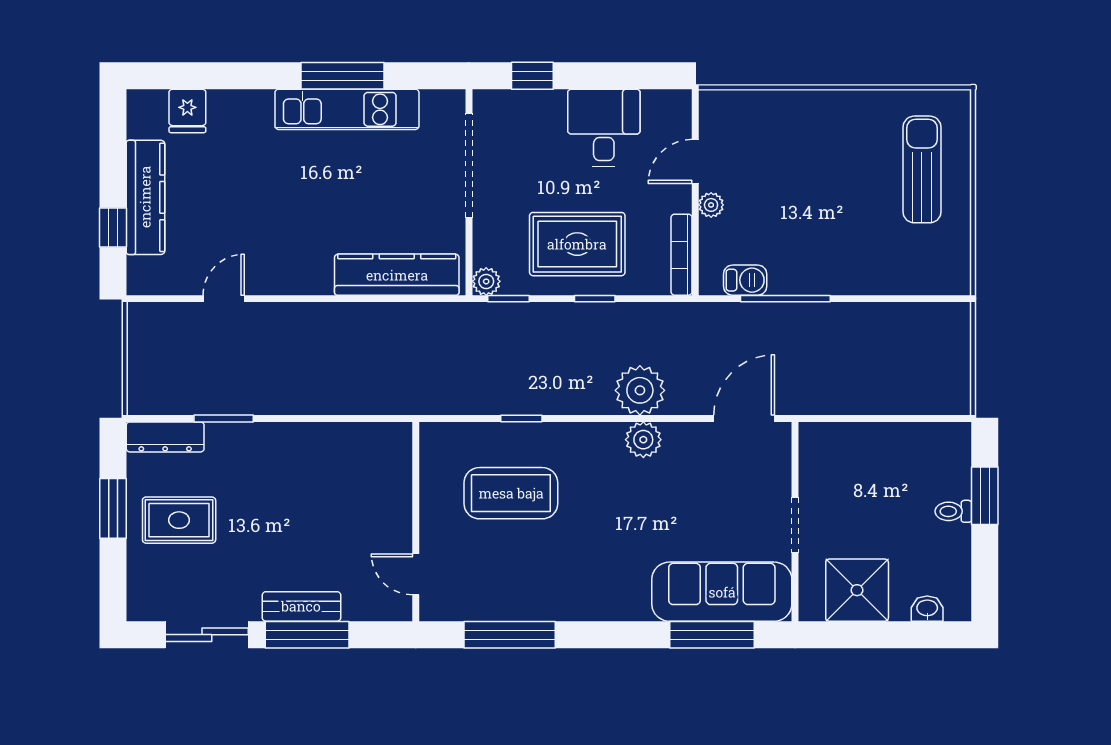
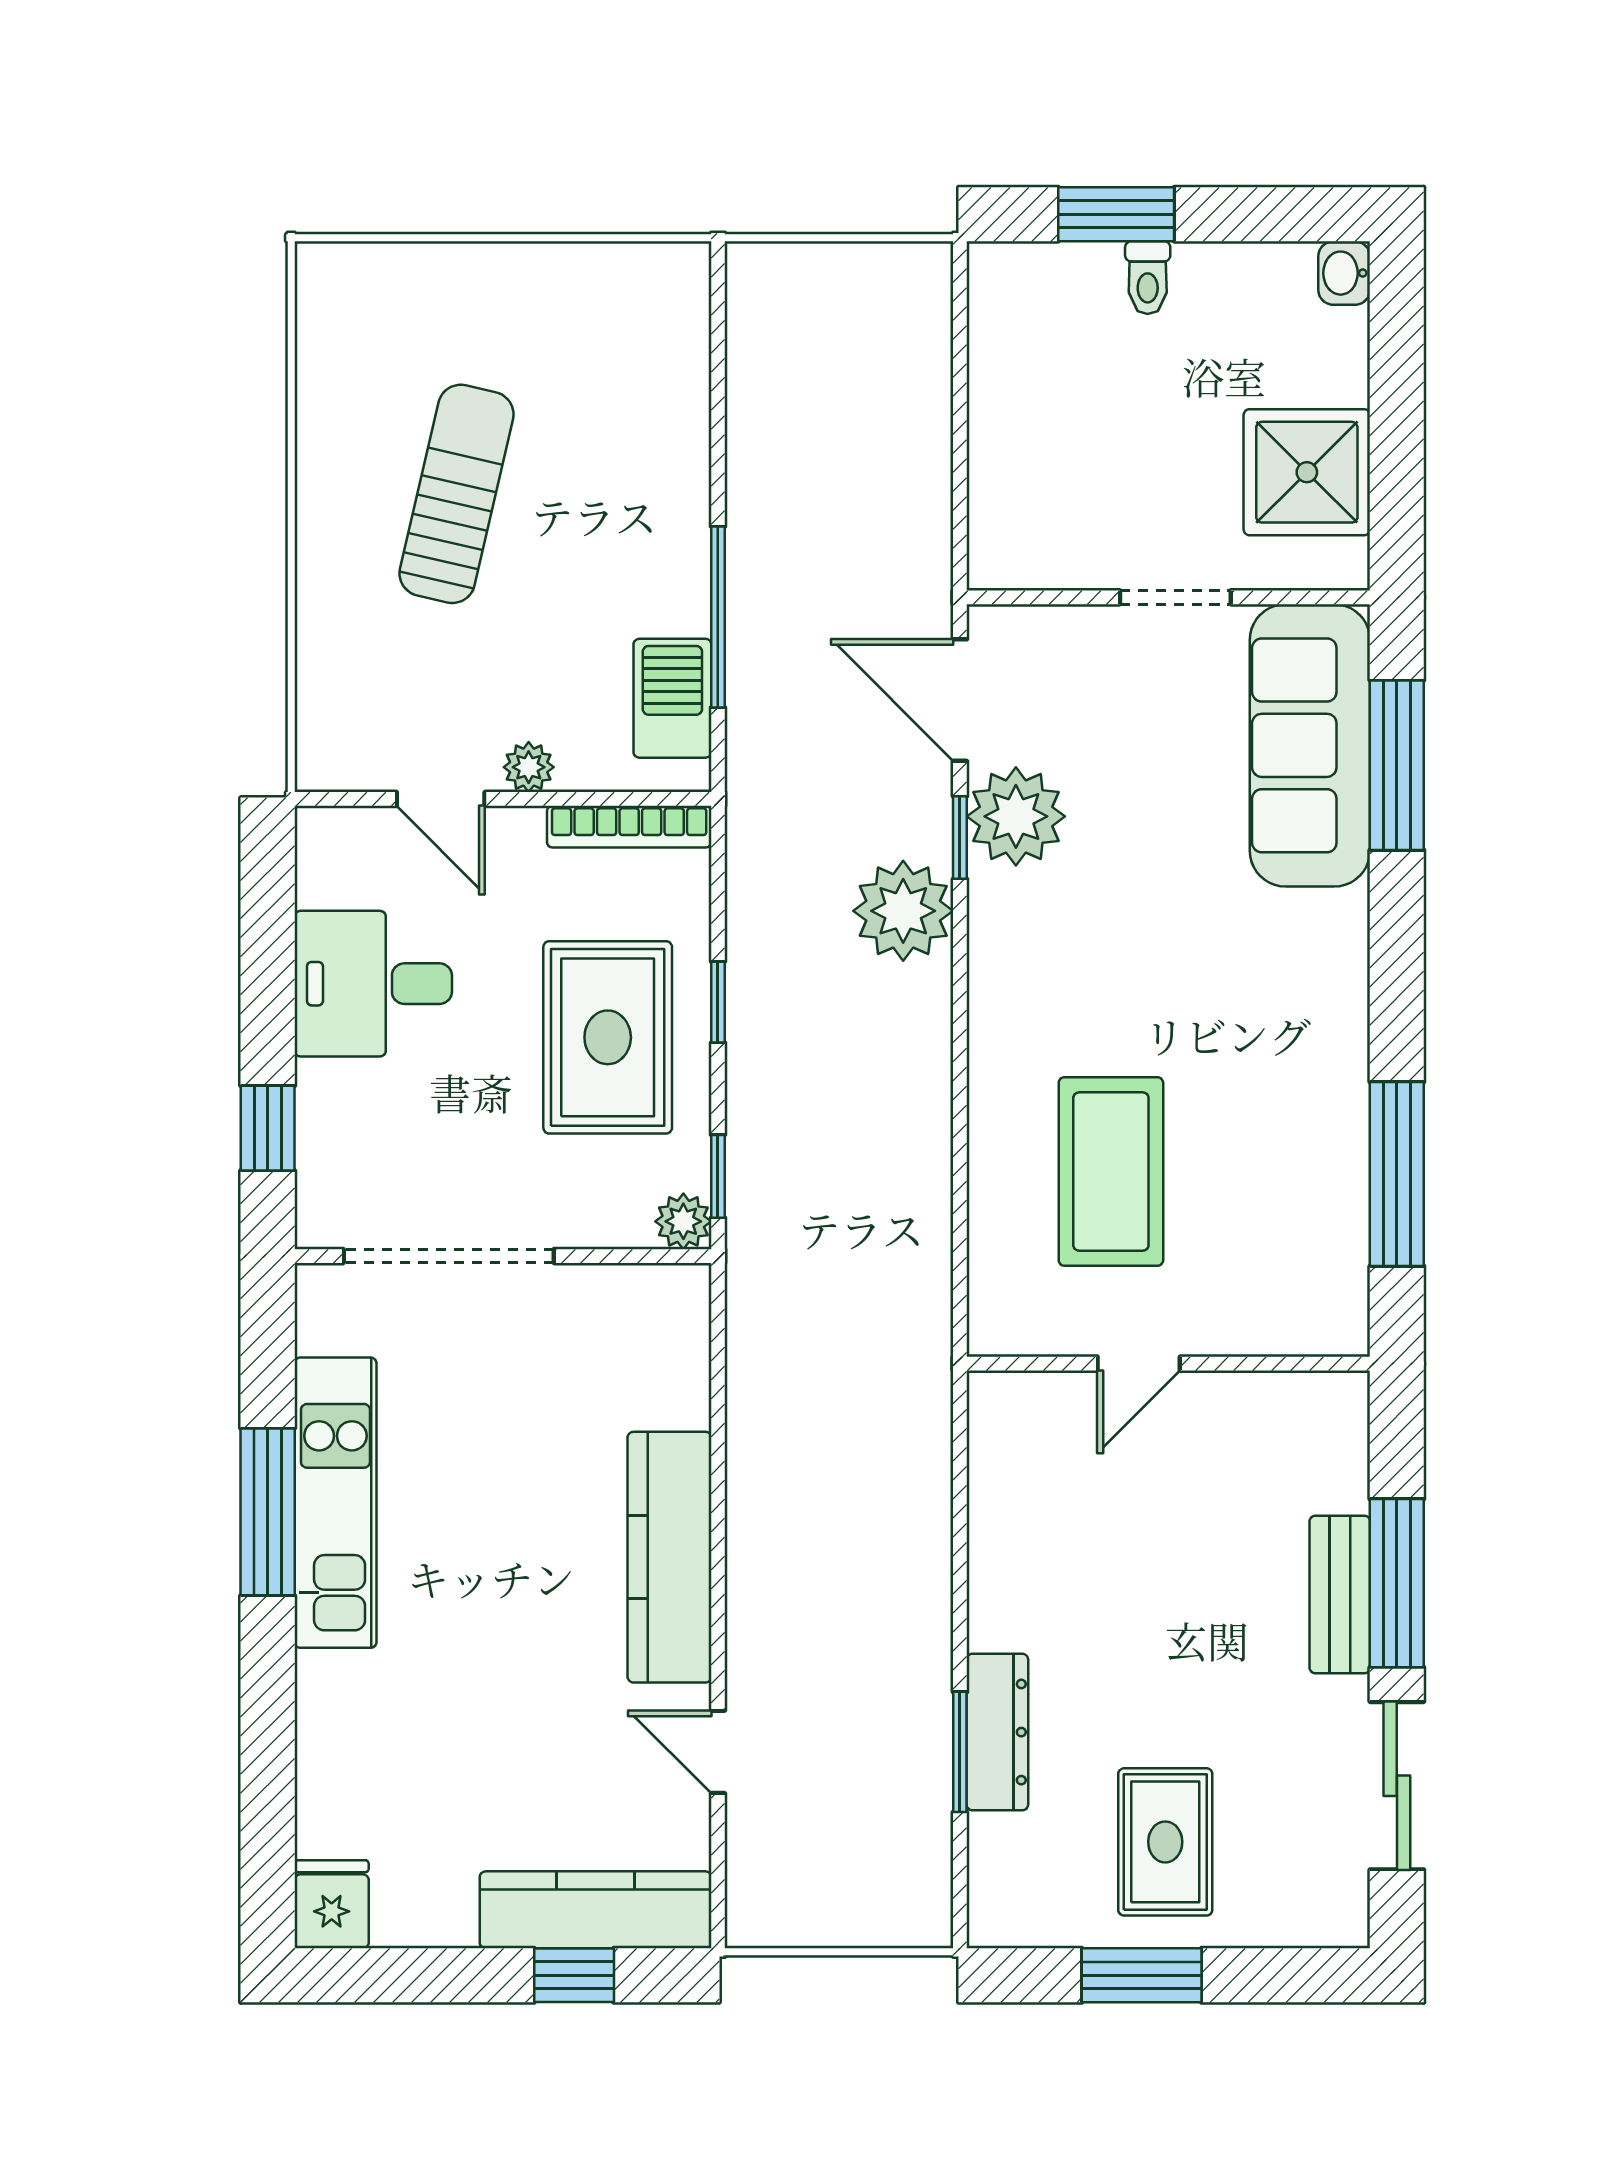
fridge: (187, 111) -> (332, 1904), moved, turned -90
sun lounger: (922, 169) -> (457, 494), moved, turned 103
kitchen counter: (145, 197) -> (596, 1910), moved
kitchen counter: (397, 275) -> (669, 1557), moved
barbecue: (745, 280) -> (672, 698), width x1.38, depth x1.27
window: (521, 418) -> (960, 838), moved
dresser: (165, 437) -> (997, 1732), moved
plant: (643, 440) -> (1016, 816), moved, width x1.36, depth x1.36
door: (416, 574) -> (1139, 1364), moved
washbasin: (927, 609) -> (1344, 273), moved

